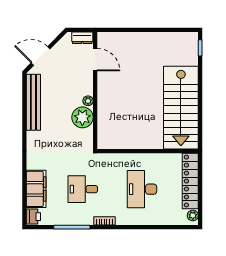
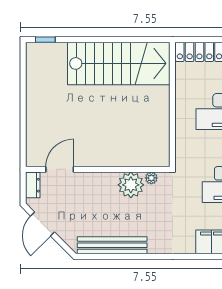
door: (41, 56) -> (43, 224), moved
plant: (88, 101) -> (151, 178), moved

